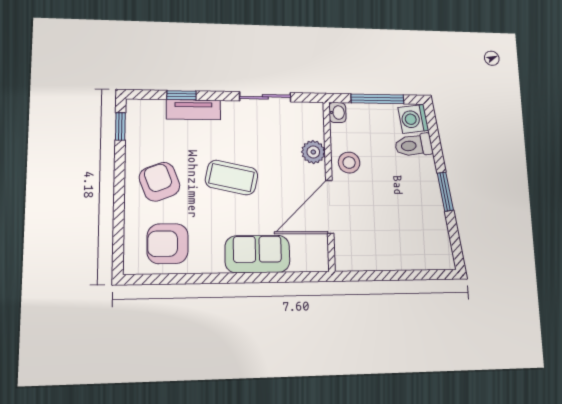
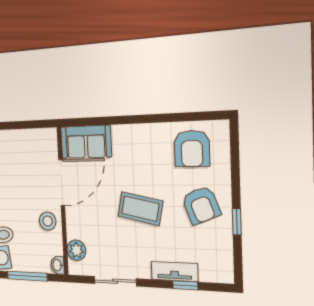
window: (120, 126) -> (237, 222), moved
plant: (313, 152) -> (76, 250), moved
armchair: (168, 244) -> (192, 149), turned 90
sofa: (257, 254) -> (86, 142), moved

